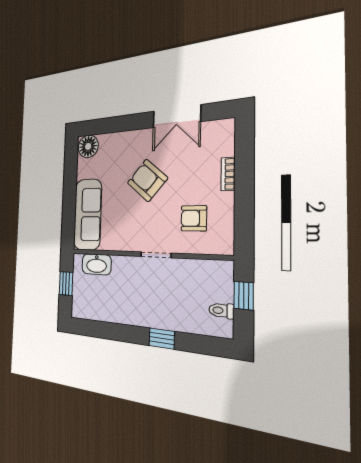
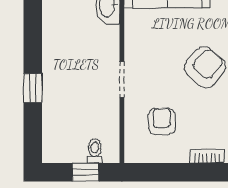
toilet: (221, 311) -> (95, 151), moved

